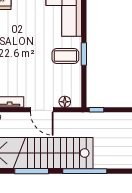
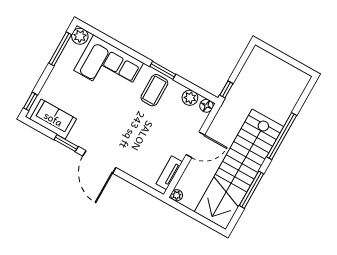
plant: (75, 86) -> (190, 98), added
floor lamp: (65, 102) -> (206, 106), moved

